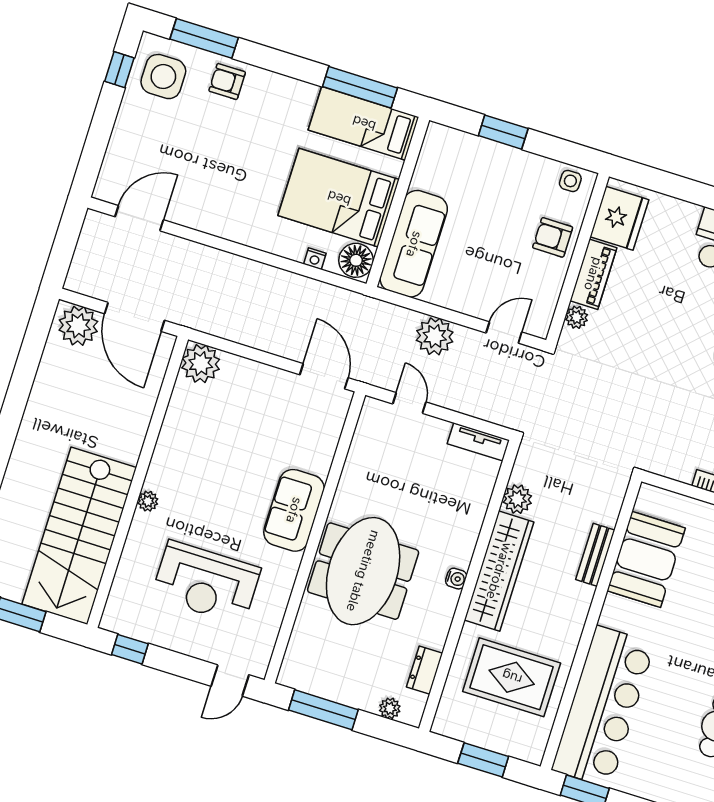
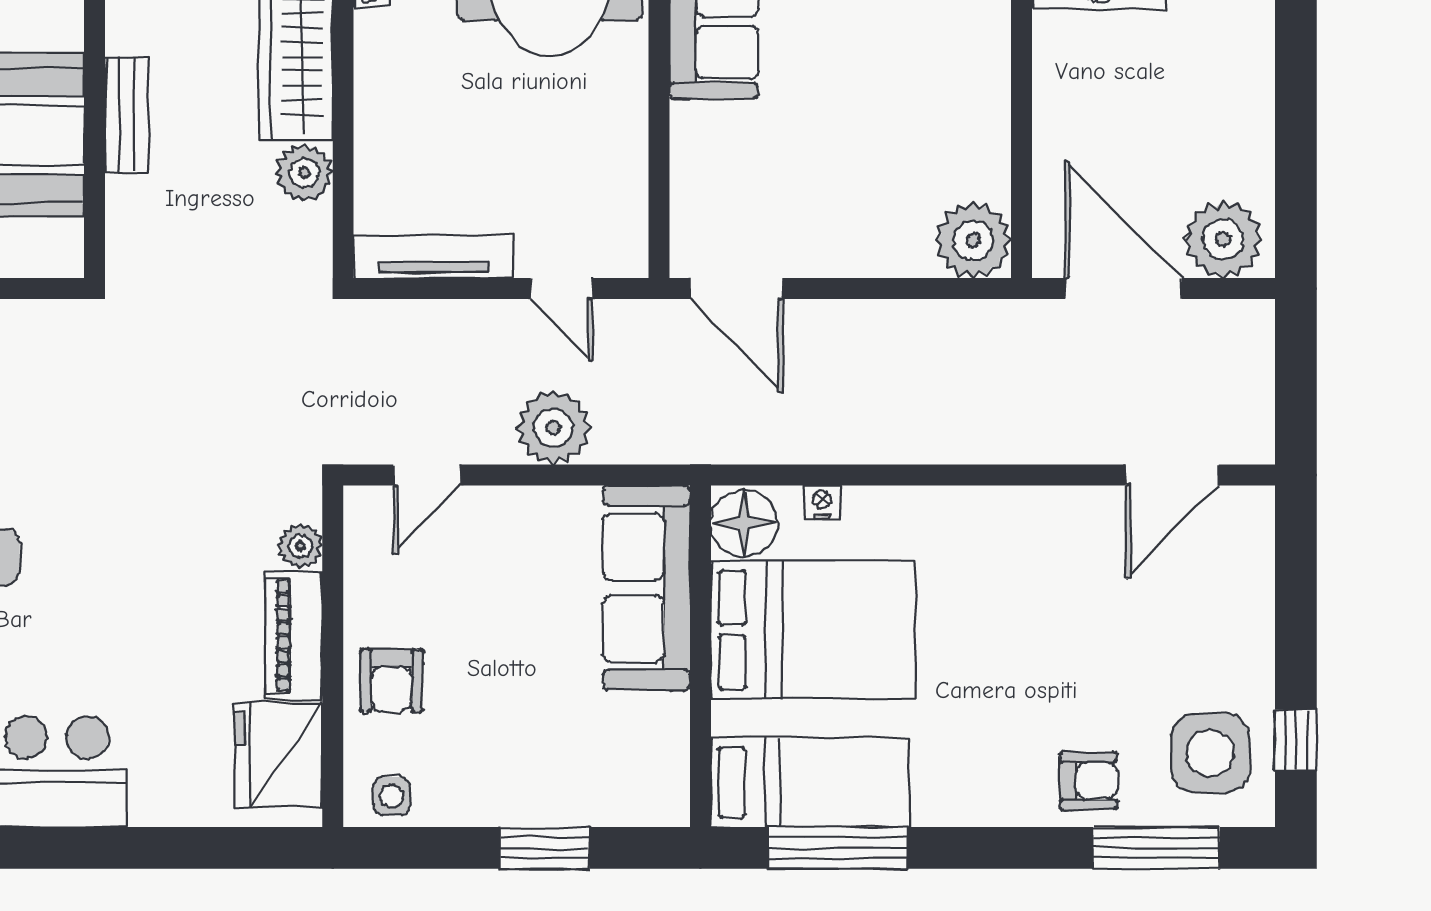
armchair: (553, 237) -> (391, 681), turned 90
tv unit: (478, 442) -> (434, 257), width x1.41

